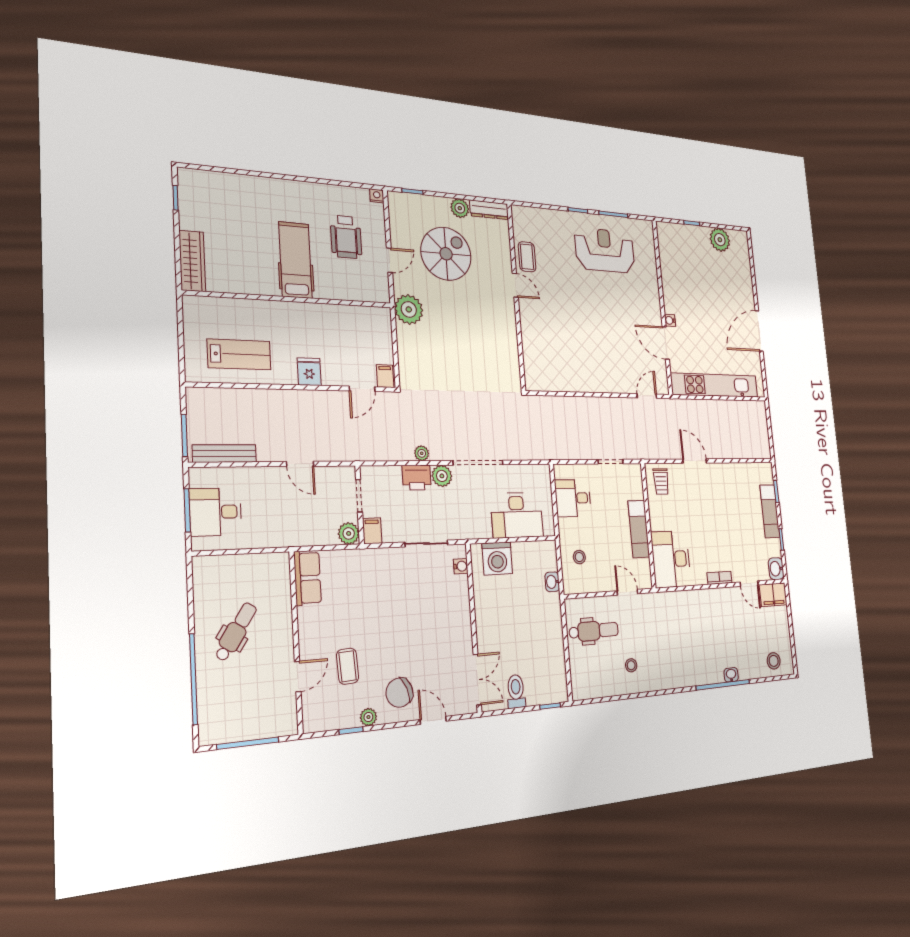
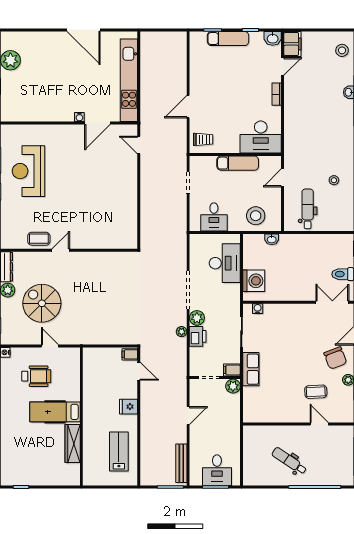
wardrobe: (192, 261) -> (73, 443), moved, turned -90
plant: (409, 309) -> (83, 334), removed
stool: (579, 557) -> (256, 216), width x1.89, depth x1.89
row of seats: (308, 578) -> (251, 369), moved, turned 90

